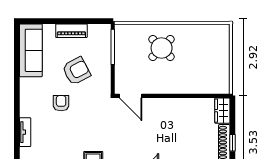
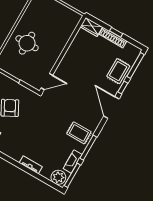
round table: (162, 48) -> (27, 43), turned 45
armchair: (61, 103) -> (25, 130), removed

